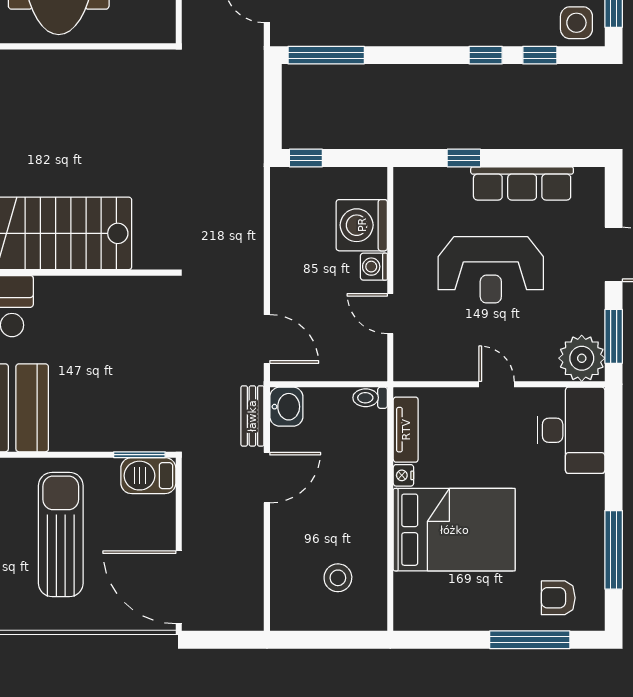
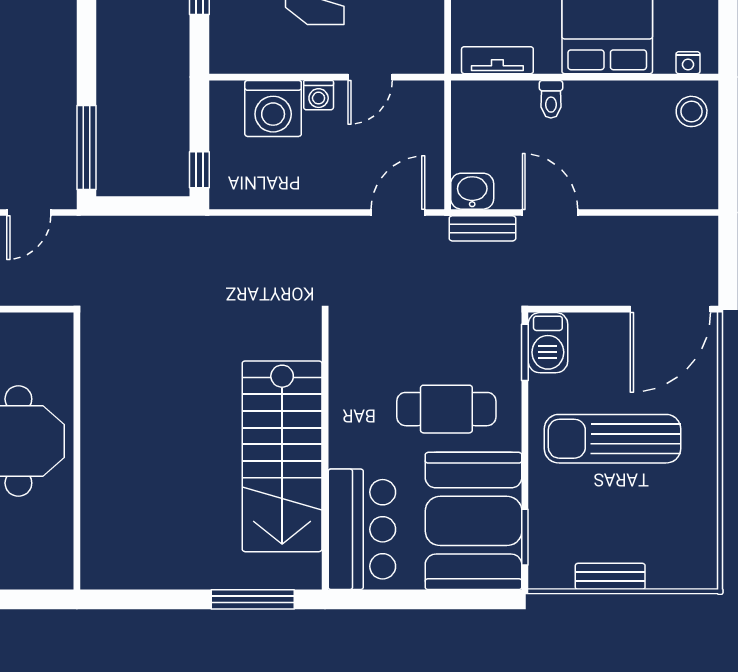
cafe table: (88, 383) -> (446, 409), added
toilet: (370, 398) -> (551, 99), moved
nightstand: (403, 475) -> (688, 63), moved
stool: (338, 578) -> (692, 111), moved

